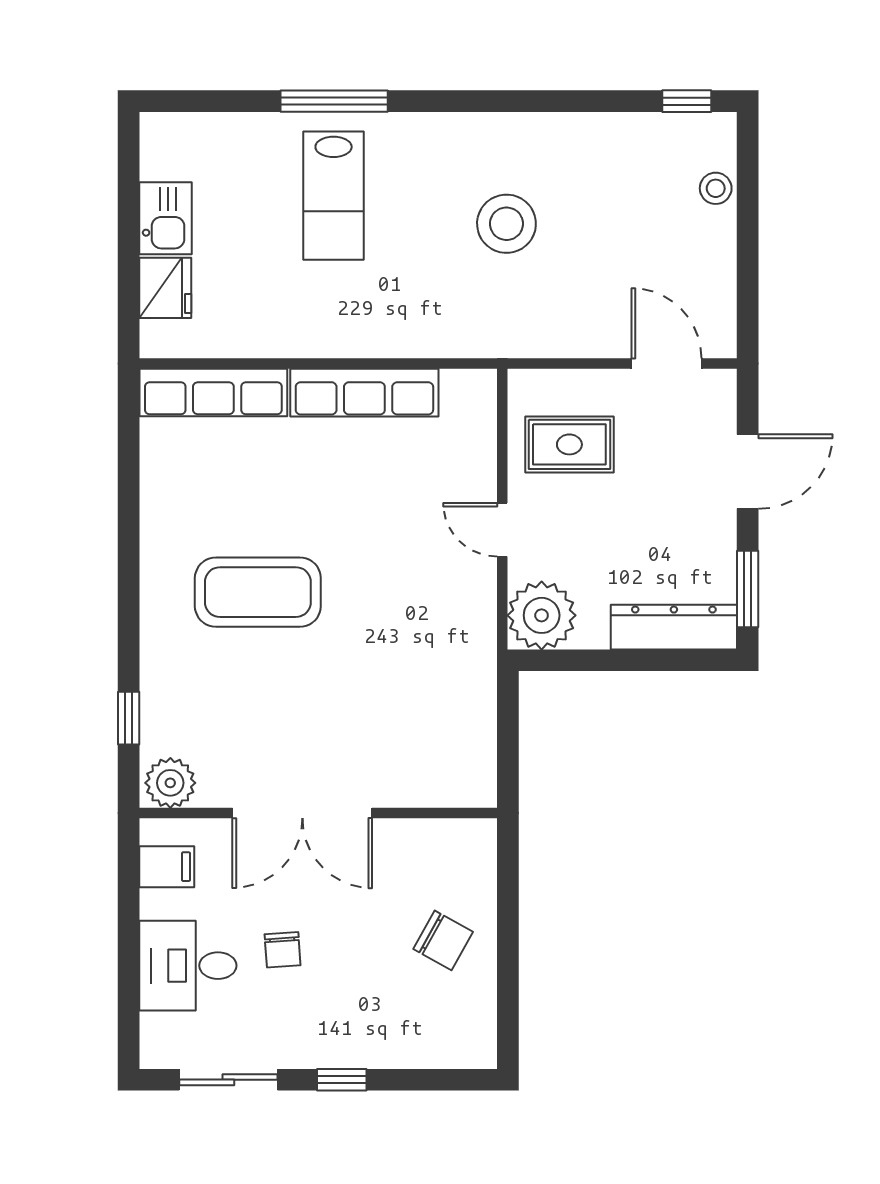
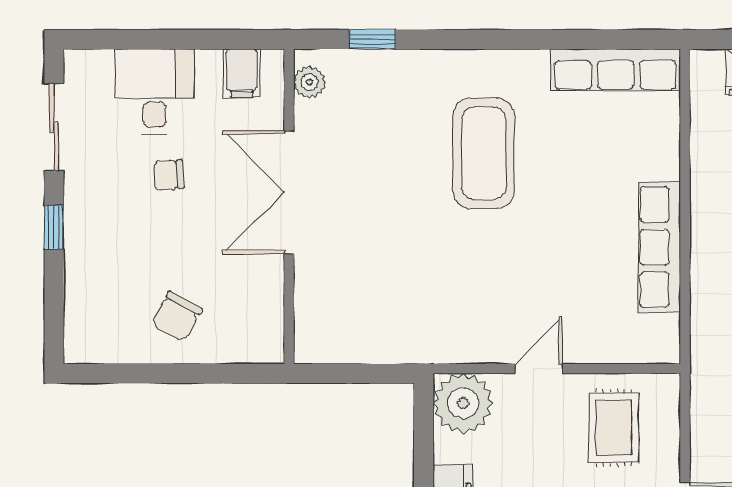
row of seats: (213, 393) -> (616, 70), moved, turned -90
plant: (170, 783) -> (310, 82), width x0.73, depth x0.73

